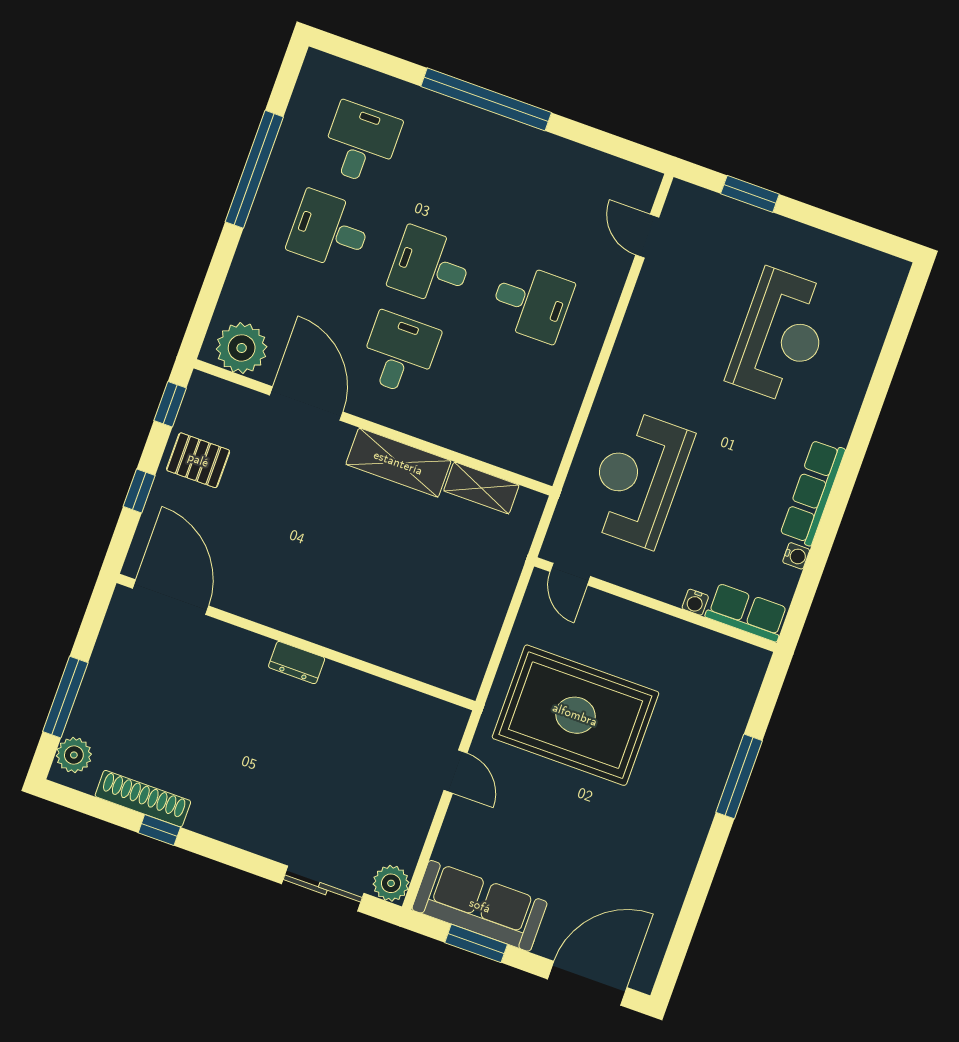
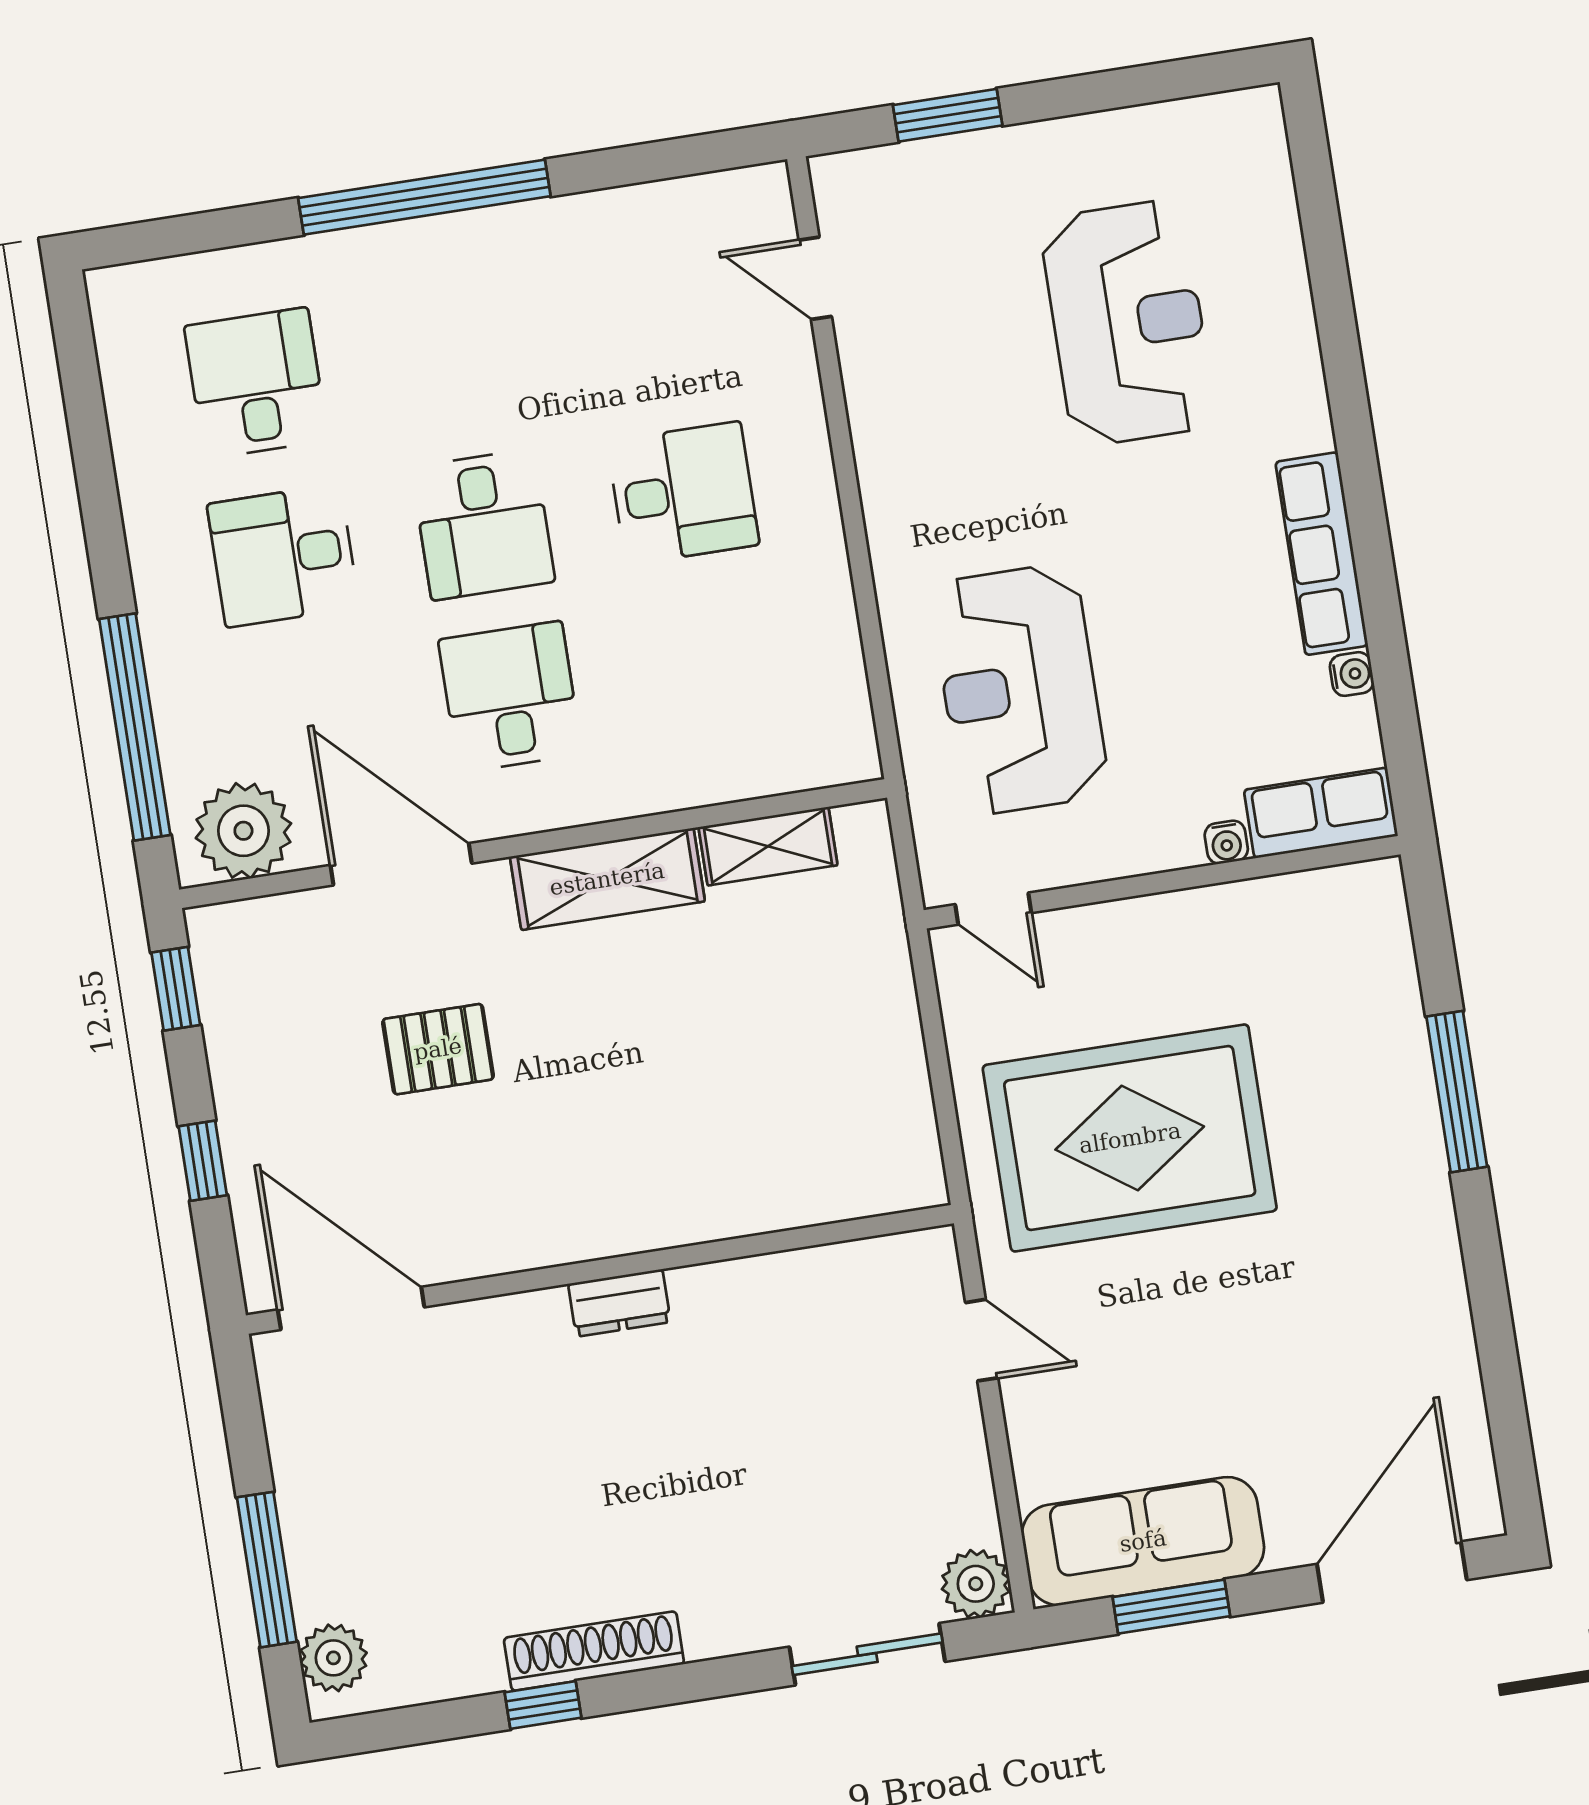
window: (254, 169) -> (135, 727), moved
desk: (431, 266) -> (483, 524), turned -90
pallet: (198, 460) -> (438, 1049), moved
shoe rack: (143, 799) -> (594, 1651), moved

